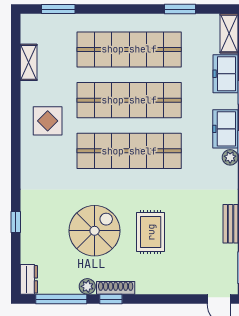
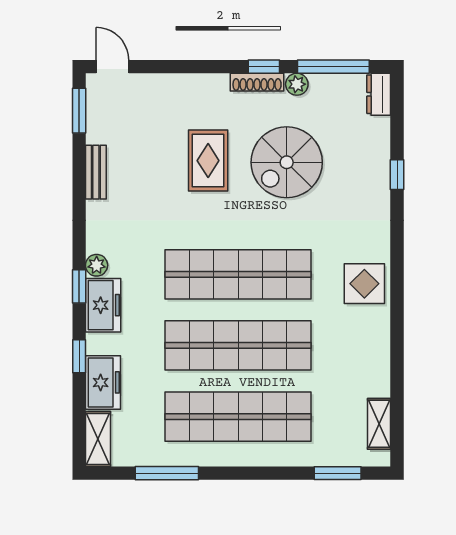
window: (180, 9) -> (167, 473), width x1.44
shelving: (29, 62) -> (379, 424), moved
display table: (48, 121) -> (364, 284), moved

